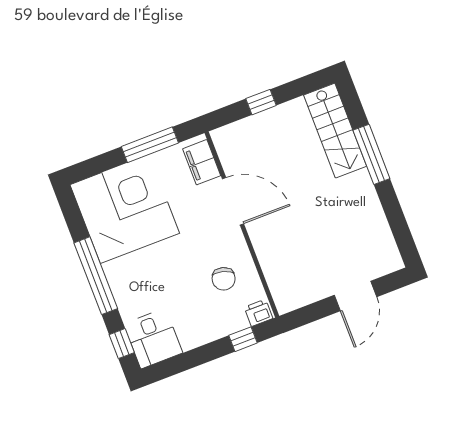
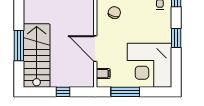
stairs: (335, 131) -> (37, 56), width x1.36, depth x1.51
filing cabinet: (202, 162) -> (103, 74), width x0.50
window: (96, 276) -> (176, 38), width x0.47

